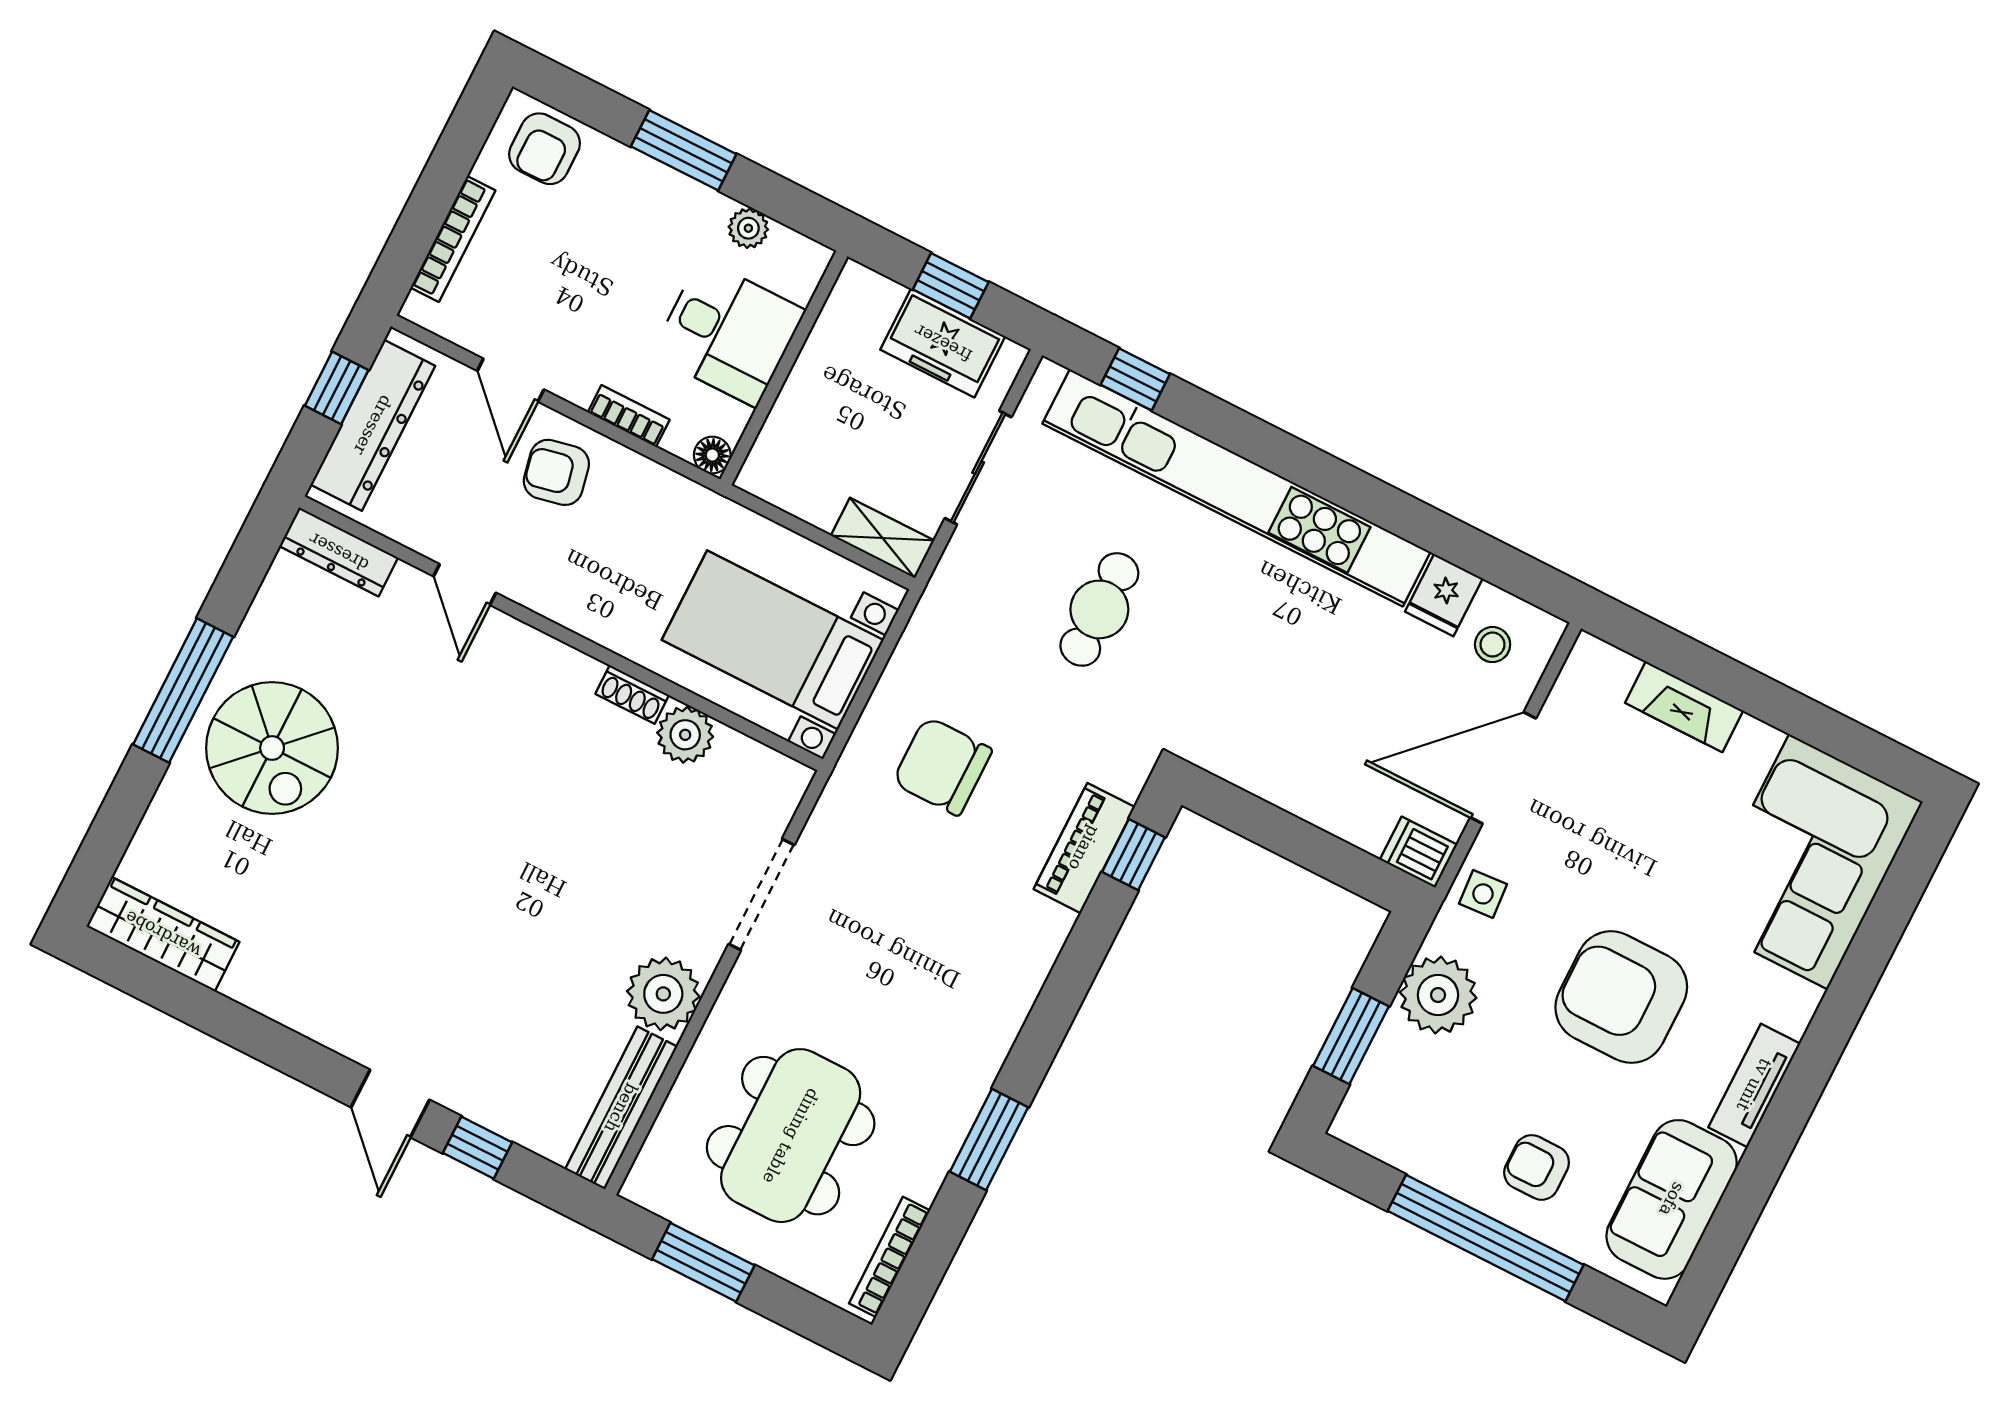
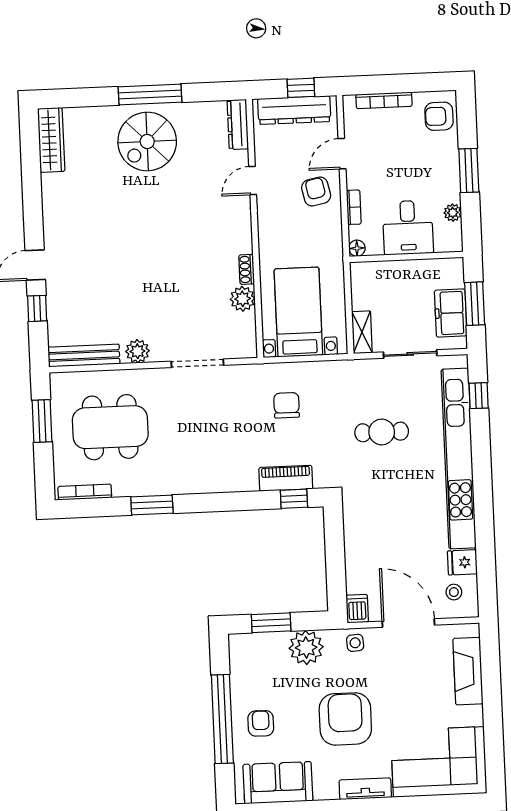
window: (951, 286) -> (475, 304), width x1.50
fireplace: (1684, 707) -> (468, 671), width x1.37, depth x1.32
chair: (942, 766) -> (287, 405), width x0.73, depth x0.73
plant: (663, 994) -> (137, 351), width x0.73, depth x0.73
tv unit: (1754, 1085) -> (365, 789), moved

